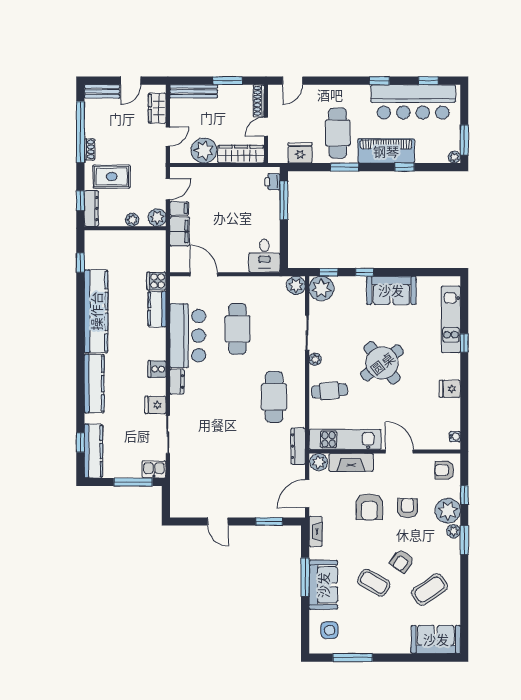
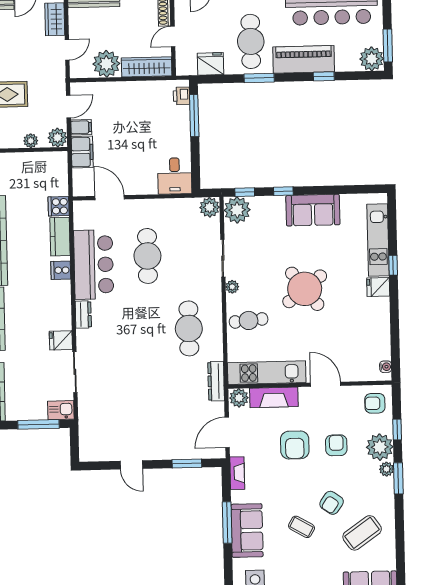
plant: (454, 157) -> (372, 59), width x1.88, depth x1.88
cooker: (157, 369) -> (61, 270), moved
fridge: (450, 389) -> (378, 287), moved
coffee table: (374, 583) -> (302, 527), width x0.73, depth x0.77

